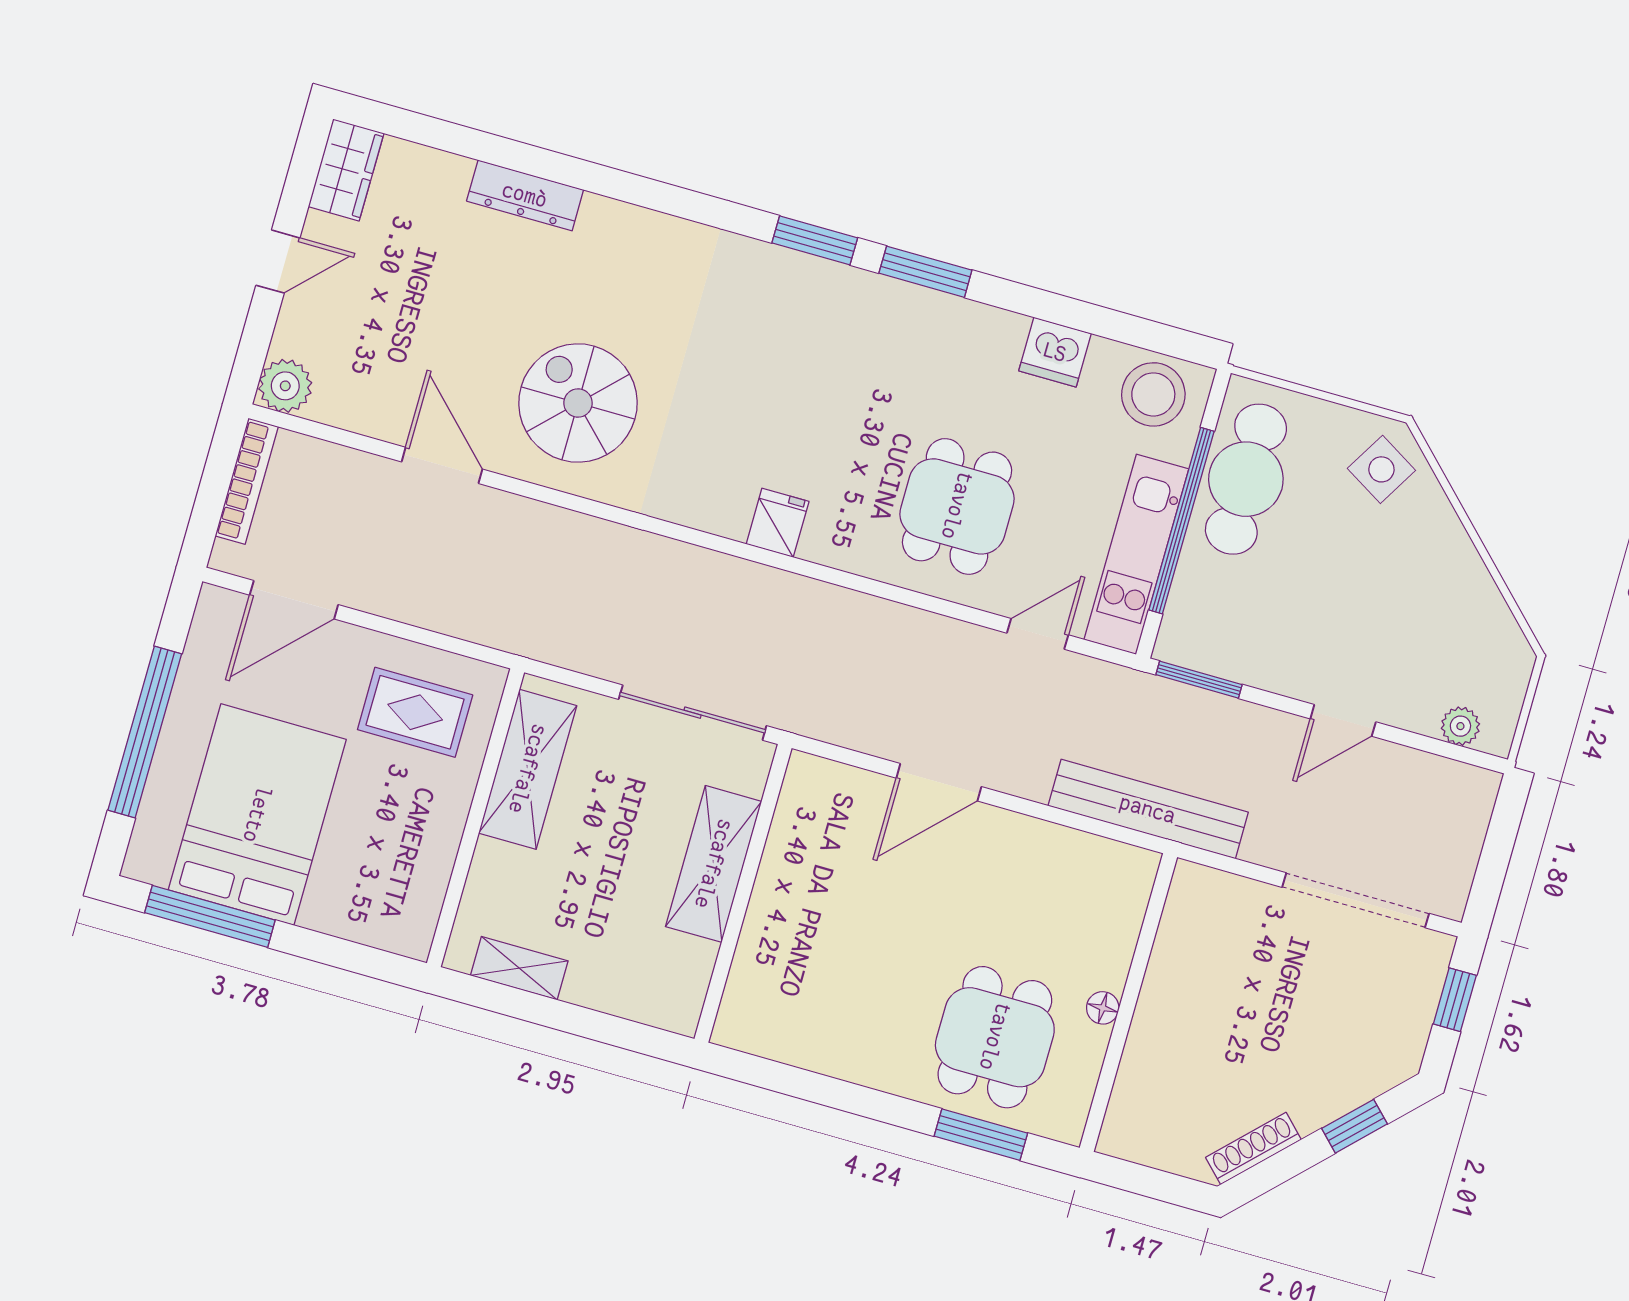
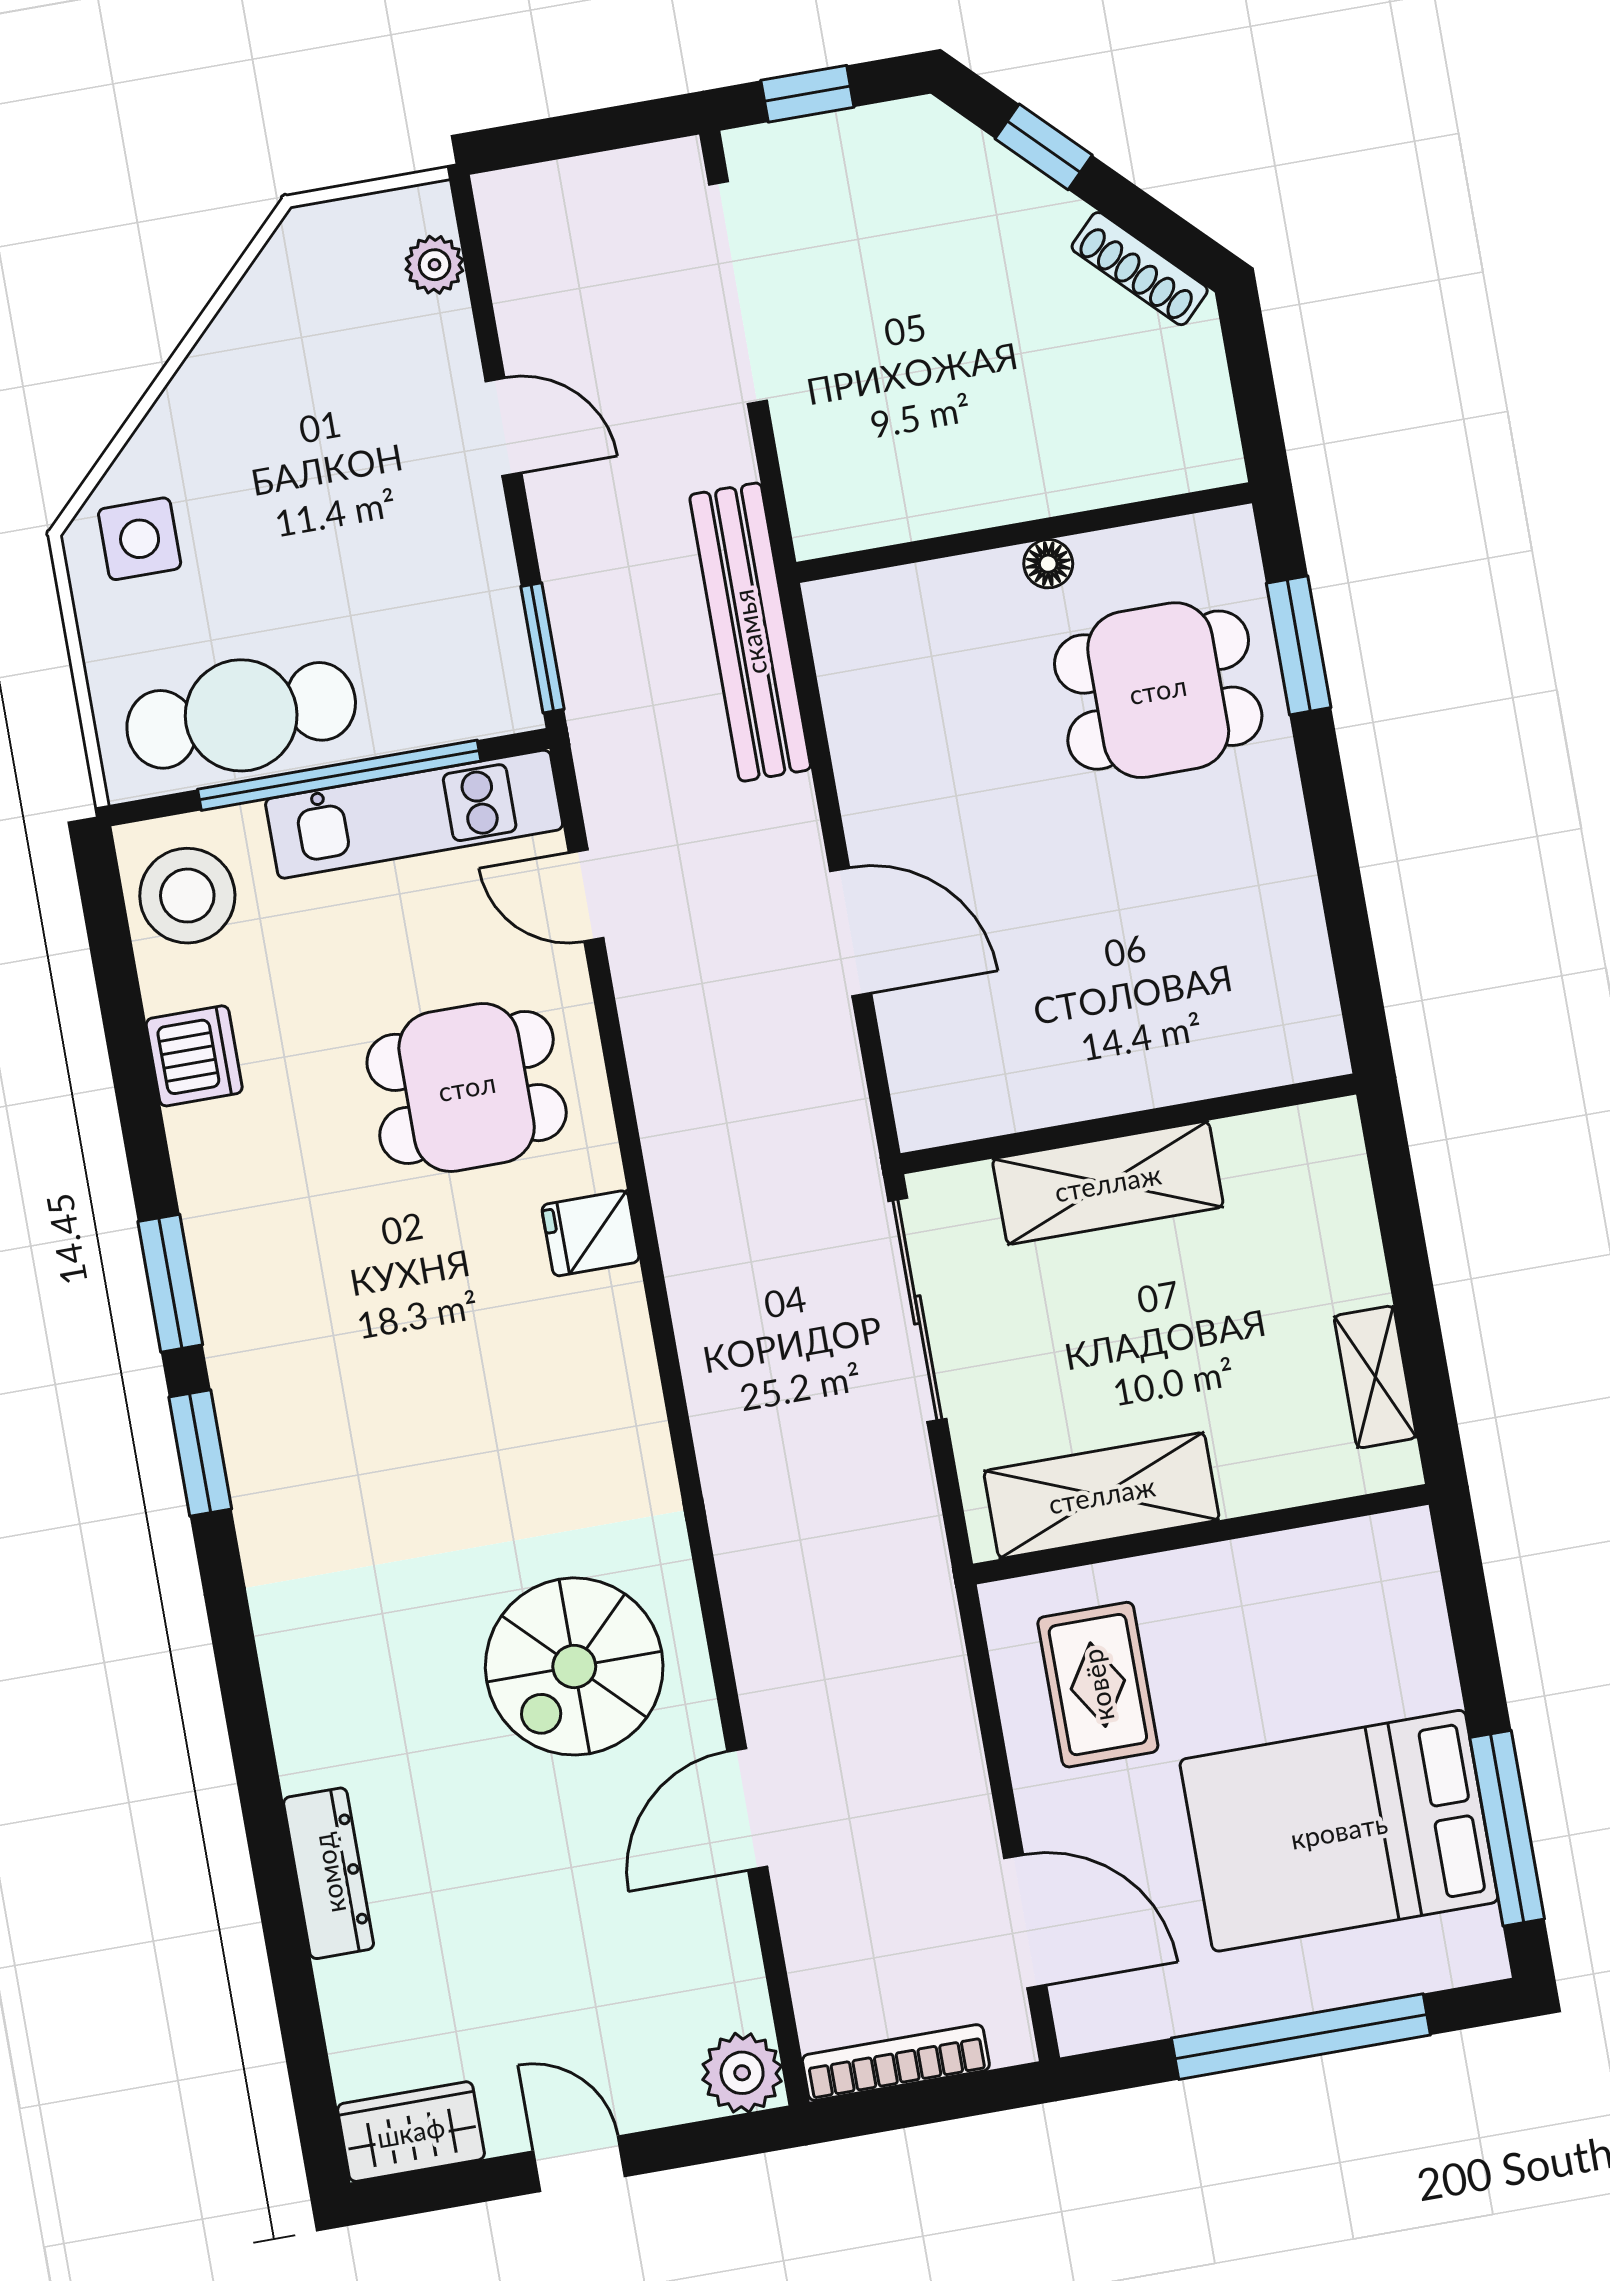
side table: (1381, 469) -> (140, 539), turned -31
fridge: (778, 523) -> (591, 1233), moved

